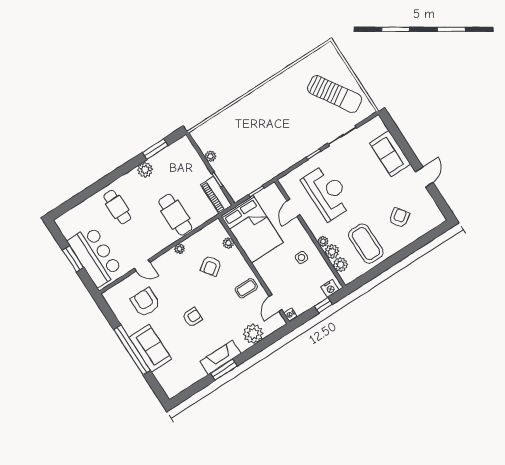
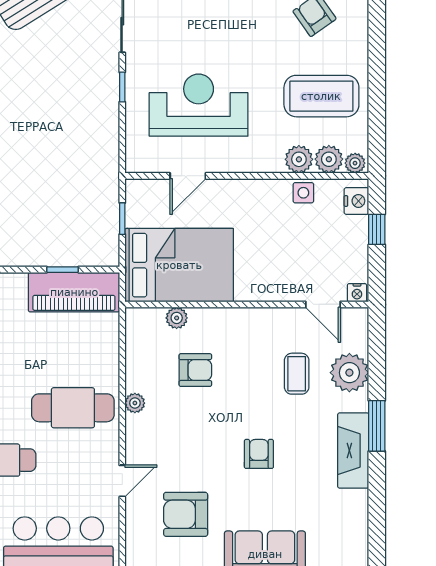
plant: (210, 156) -> (18, 256), removed
piano: (216, 195) -> (74, 292), width x1.37, depth x1.33
door: (293, 208) -> (188, 176), hinge flipped
cafe table: (175, 215) -> (73, 408), moved
plant: (323, 241) -> (355, 163), moved
side table: (301, 257) -> (303, 193), moved
armchair: (211, 266) -> (195, 370), turned -54
coffee table: (246, 288) -> (297, 374), moved
window: (224, 370) -> (377, 426), moved

